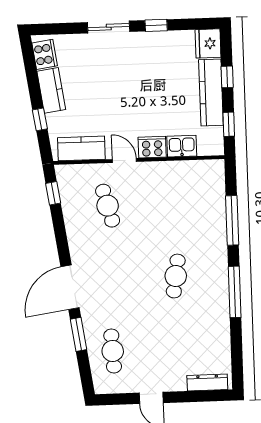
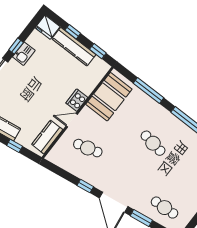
kitchen sink: (182, 146) -> (24, 54), moved, turned 180
booth: (187, 181) -> (109, 97), added
window: (53, 193) -> (85, 186), moved

